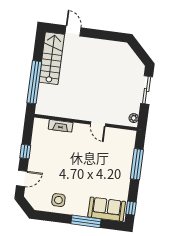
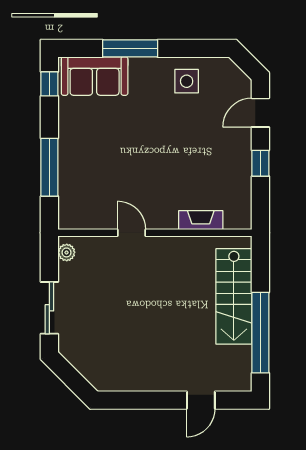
door: (73, 31) -> (201, 400), hinge flipped
stairs: (52, 58) -> (234, 296), moved
window: (34, 82) -> (260, 333), moved

